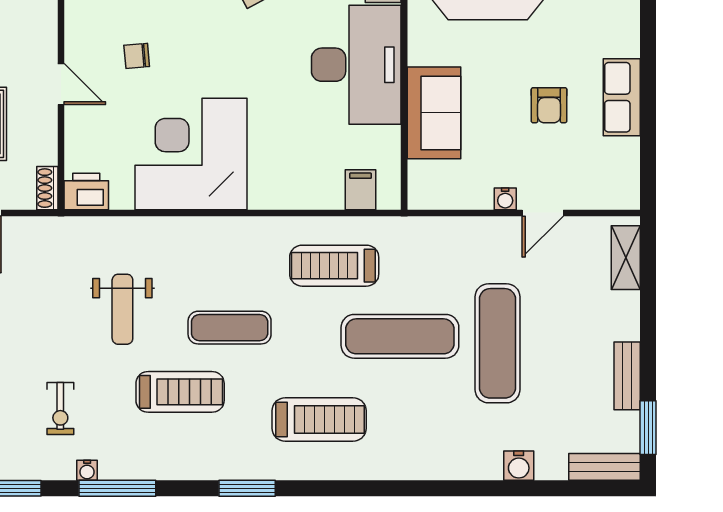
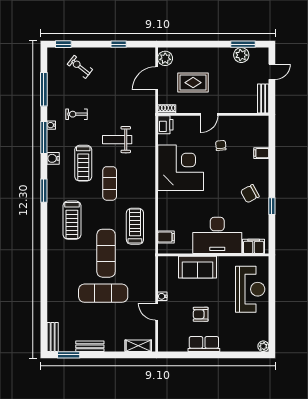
water cooler: (519, 466) -> (53, 158), moved

